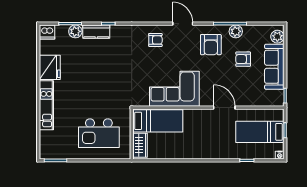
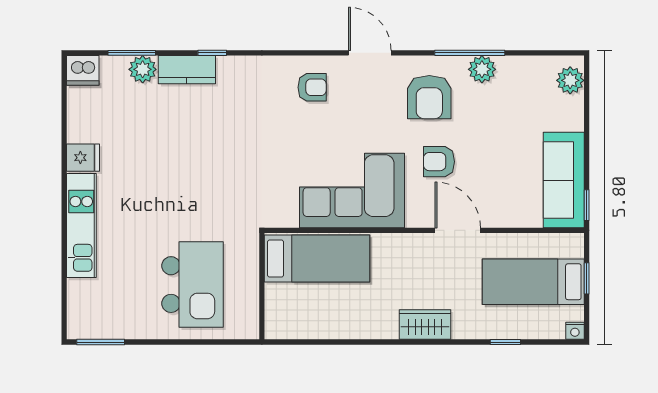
armchair: (243, 59) -> (439, 162), moved
fridge: (50, 67) -> (83, 158), width x0.53, depth x0.75
sofa: (274, 67) -> (564, 180), moved
kitchen island: (99, 133) -> (192, 285), turned -90
wardrobe: (140, 145) -> (425, 325), moved, turned -90

